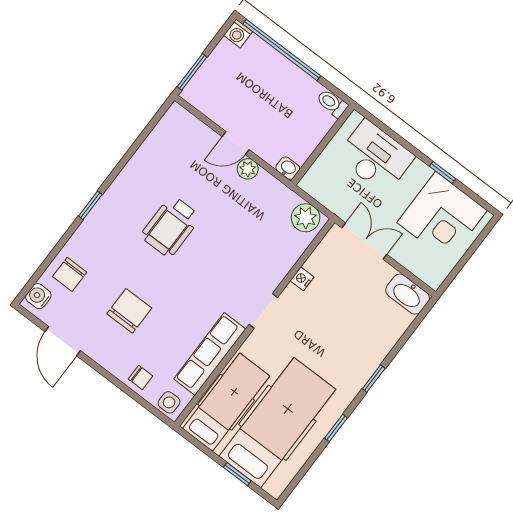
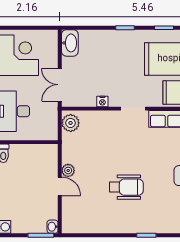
washbasin: (288, 168) -> (53, 227), moved

